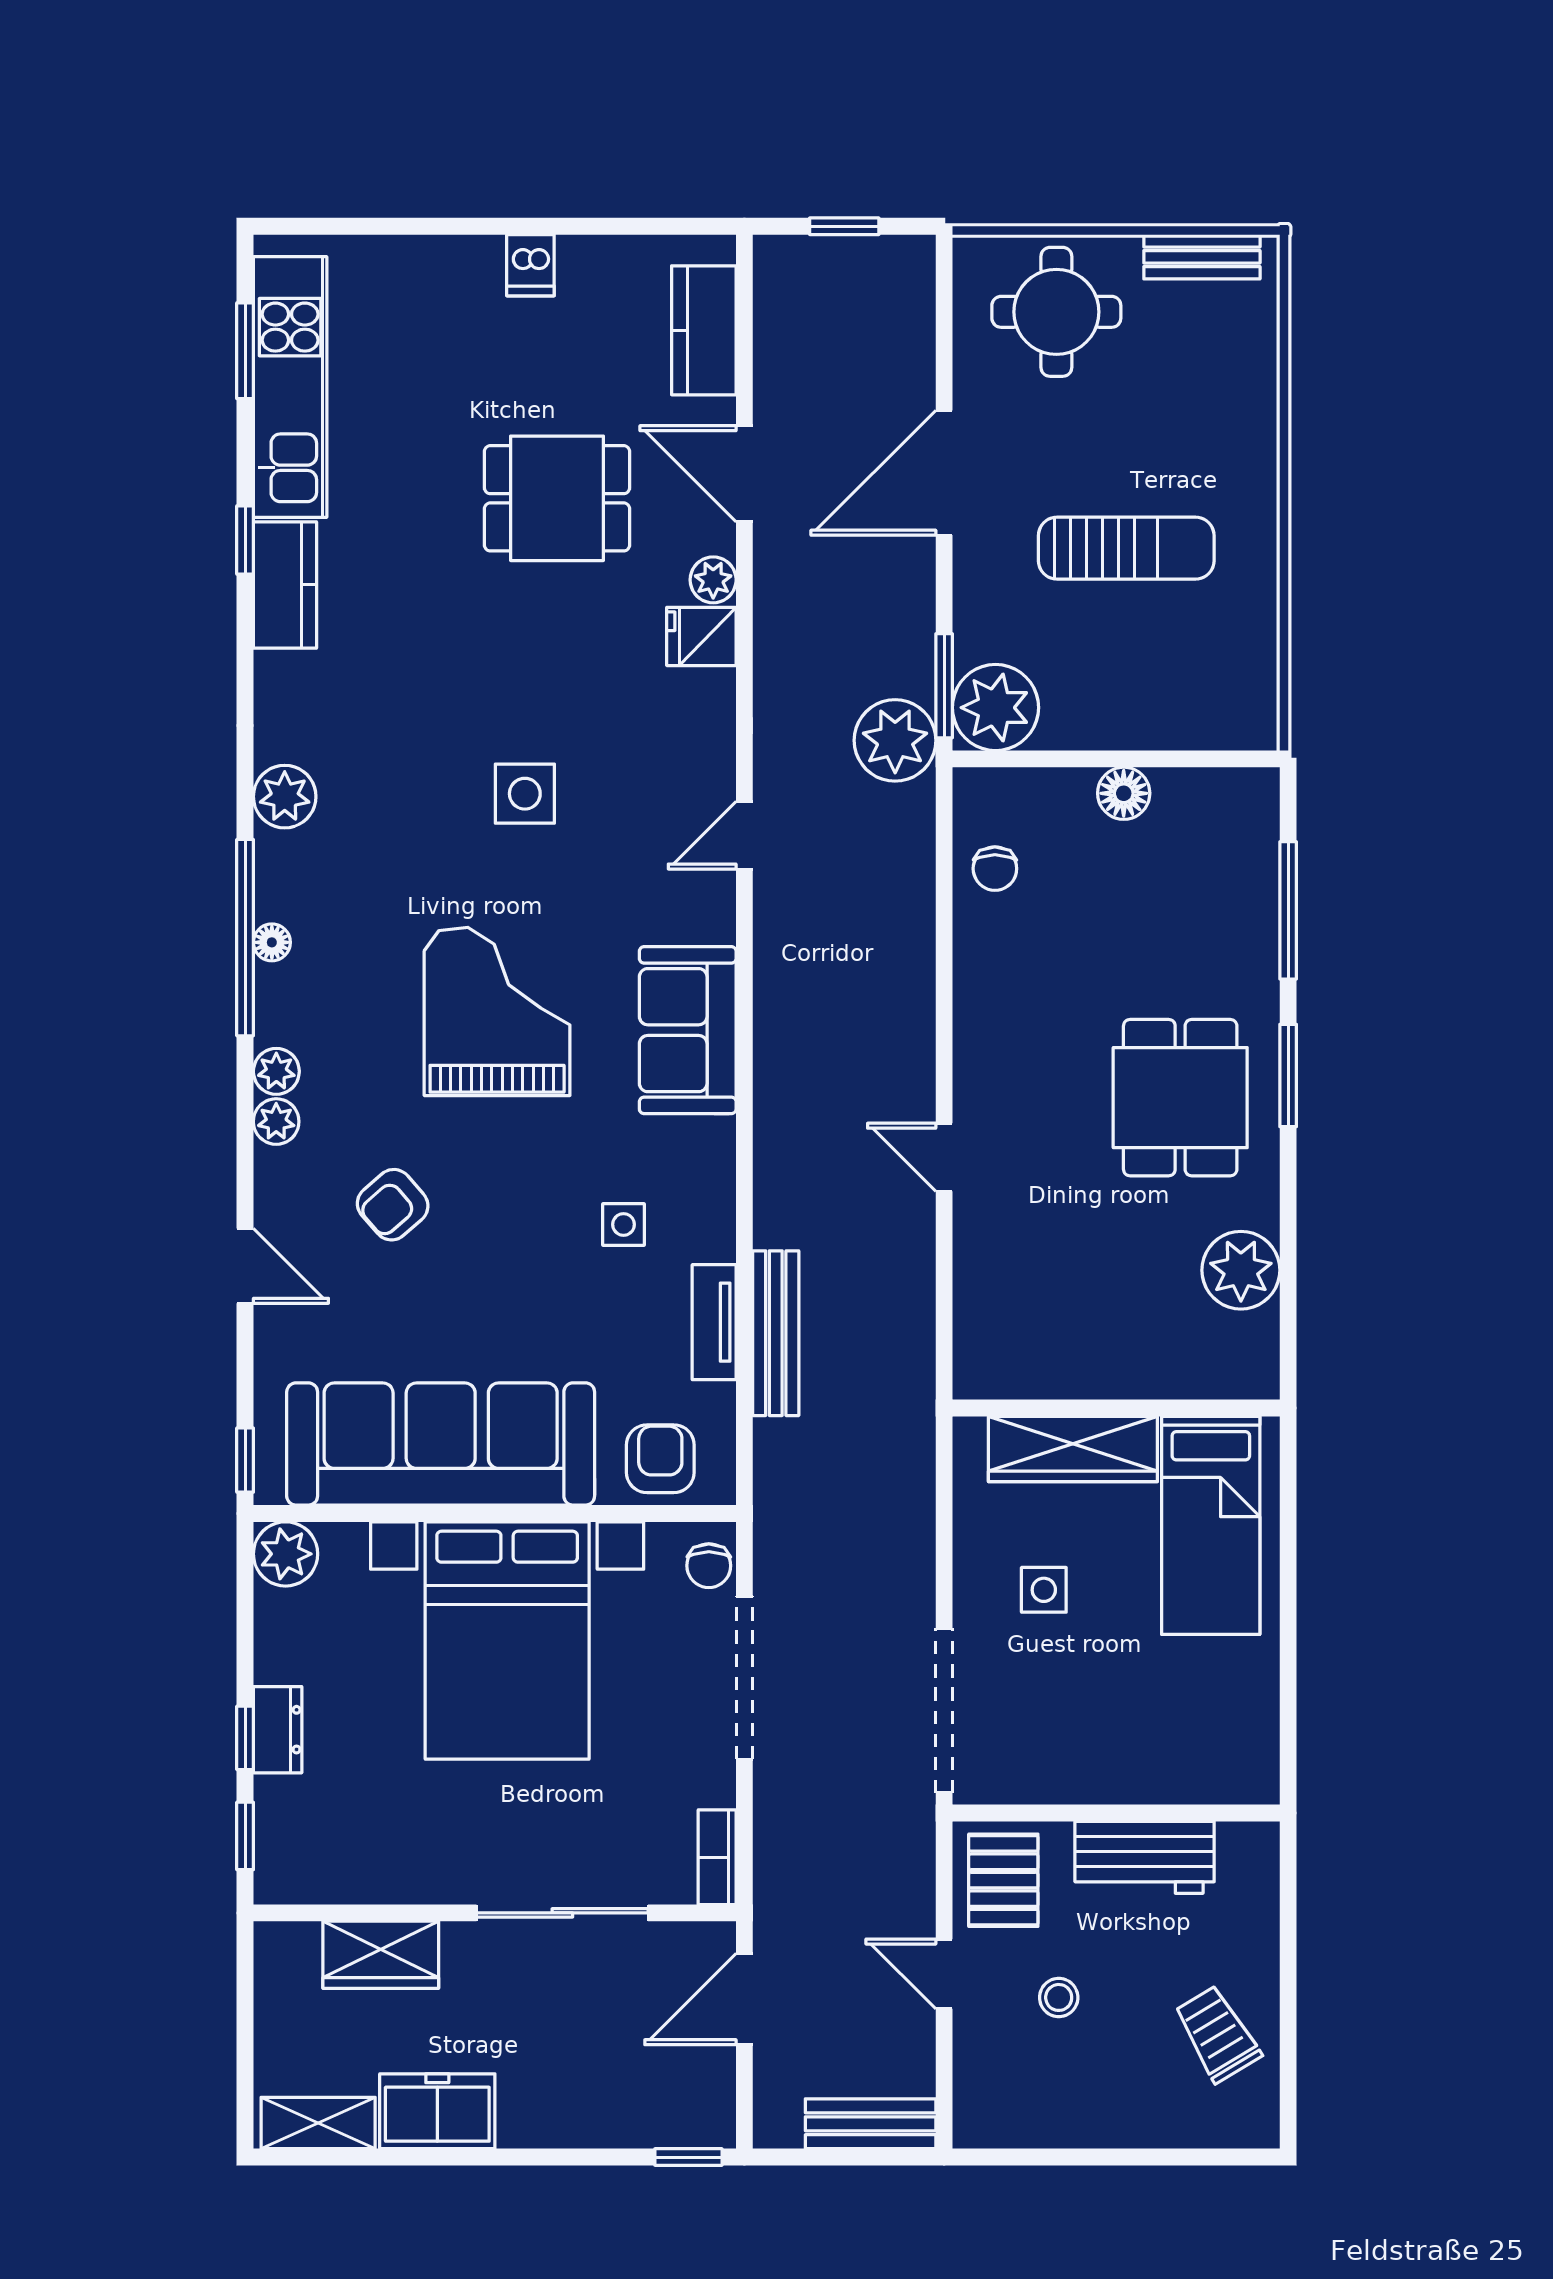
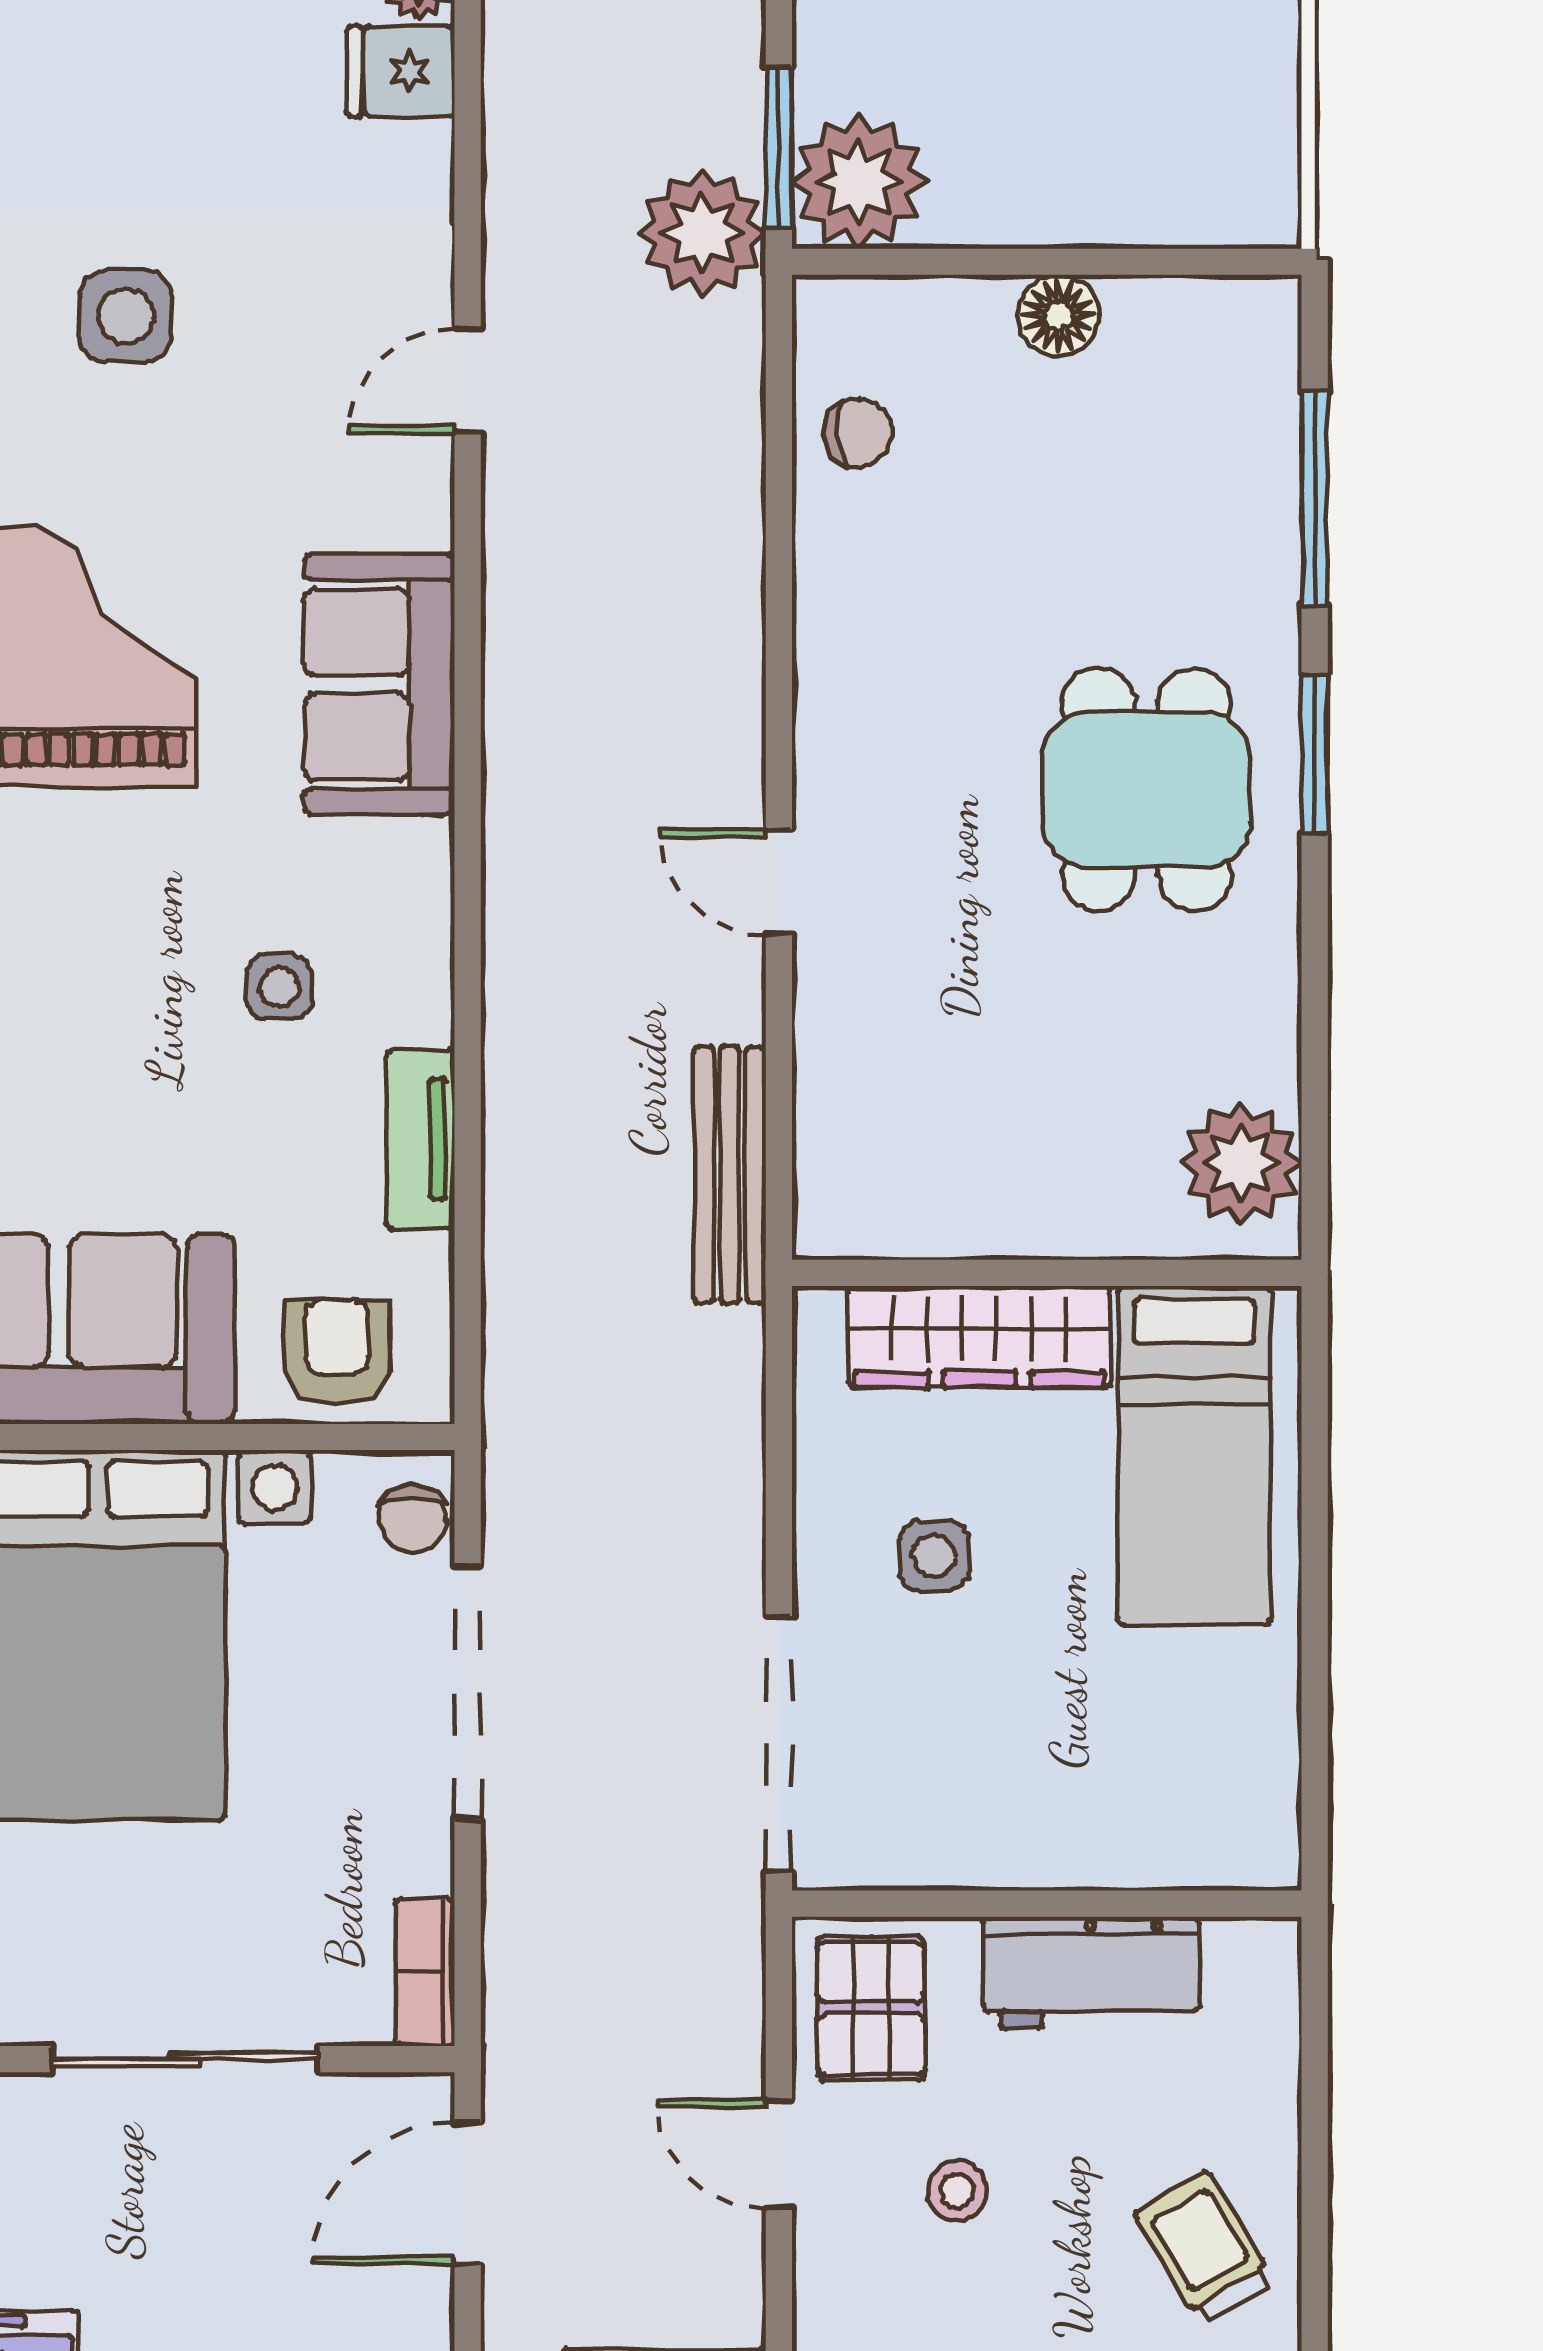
chair: (995, 869) -> (858, 433), turned -94
plant: (1241, 1270) -> (1241, 1163), moved
bench: (776, 1333) -> (730, 1175), moved

